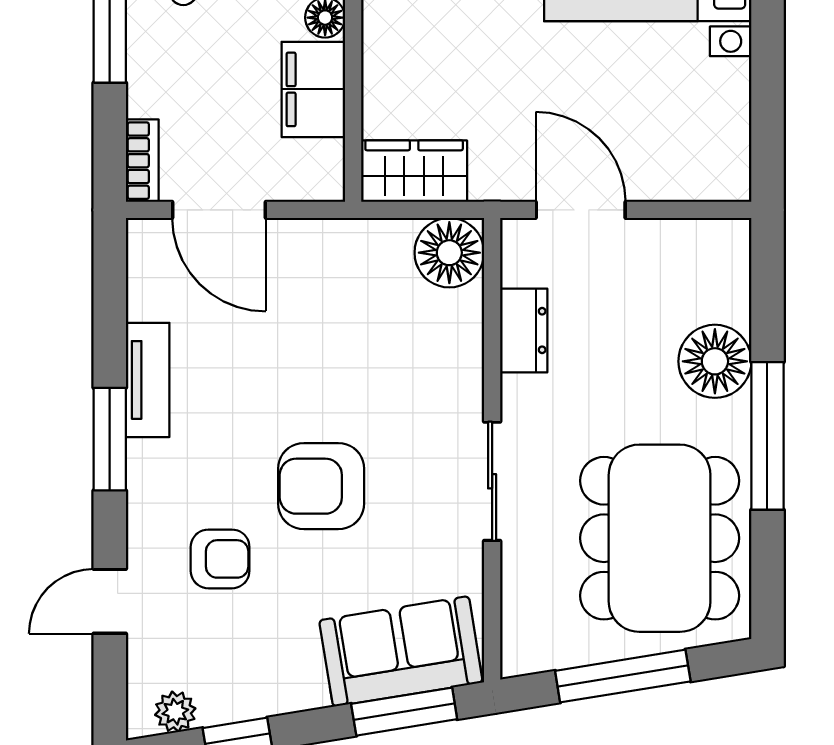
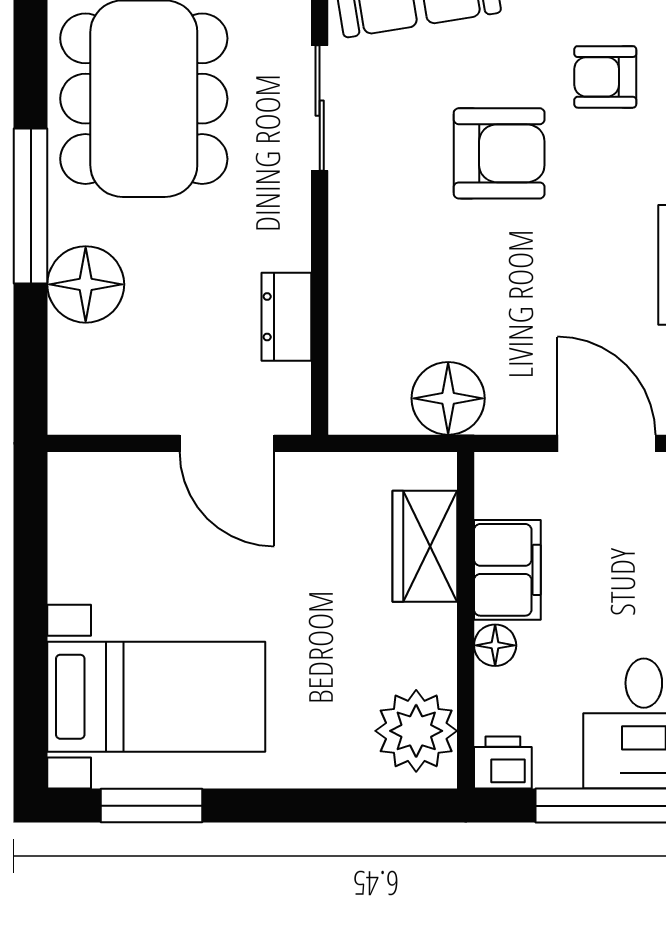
wardrobe: (414, 171) -> (425, 546), moved, turned 90
floor lamp: (449, 253) -> (448, 398), moved
sliding door: (492, 481) -> (320, 108), moved

